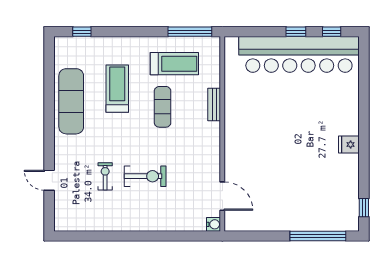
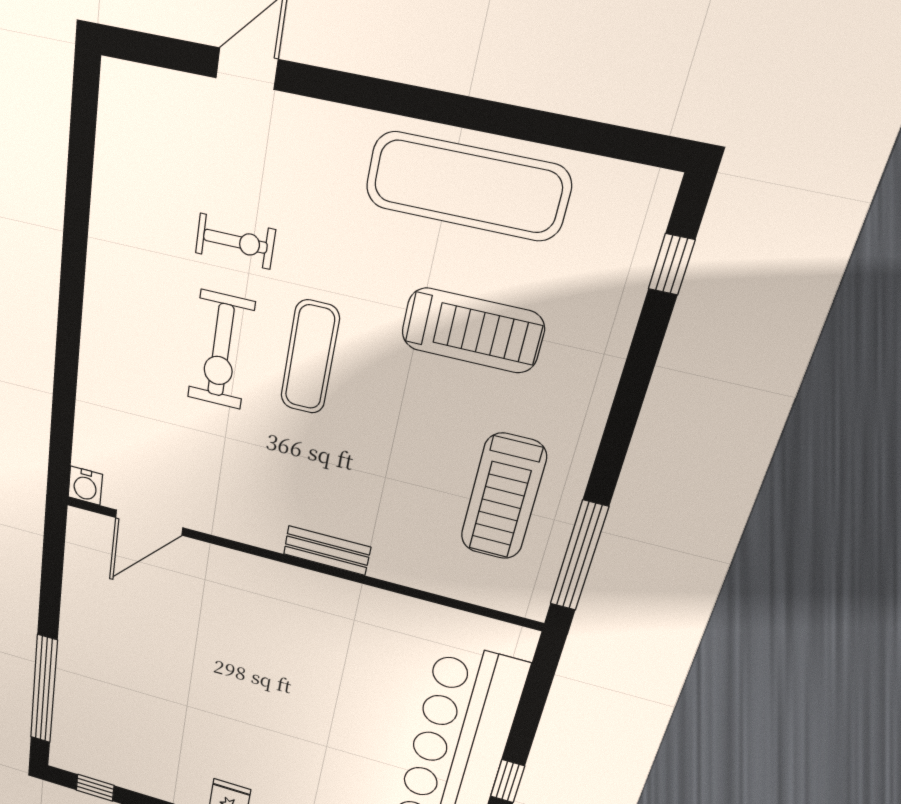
bench: (214, 104) -> (327, 551), moved
exercise mat: (163, 107) -> (310, 357), moved, turned 90

